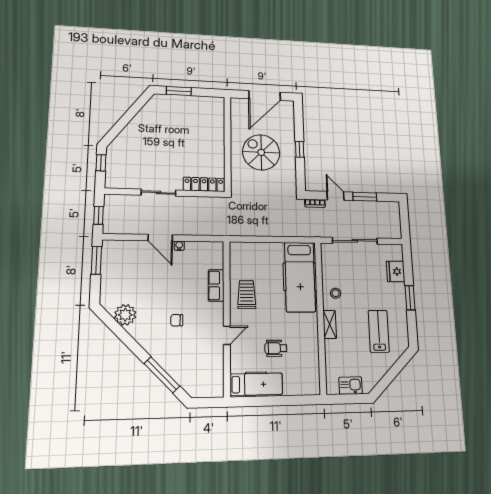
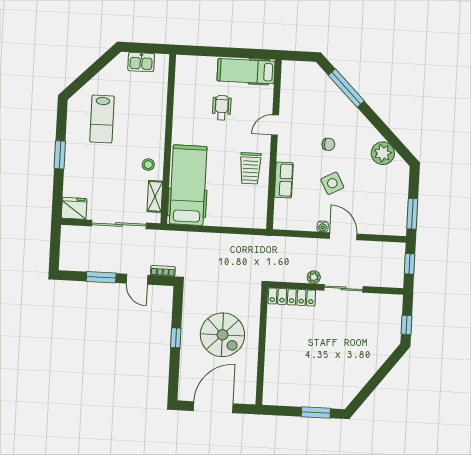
plant: (185, 201) -> (314, 277), added
fridge: (396, 271) -> (74, 208), moved, turned -90
side table: (172, 285) -> (332, 183), added
shelving: (330, 324) -> (155, 196), moved
wheelchair: (276, 348) -> (222, 108), turned -90

